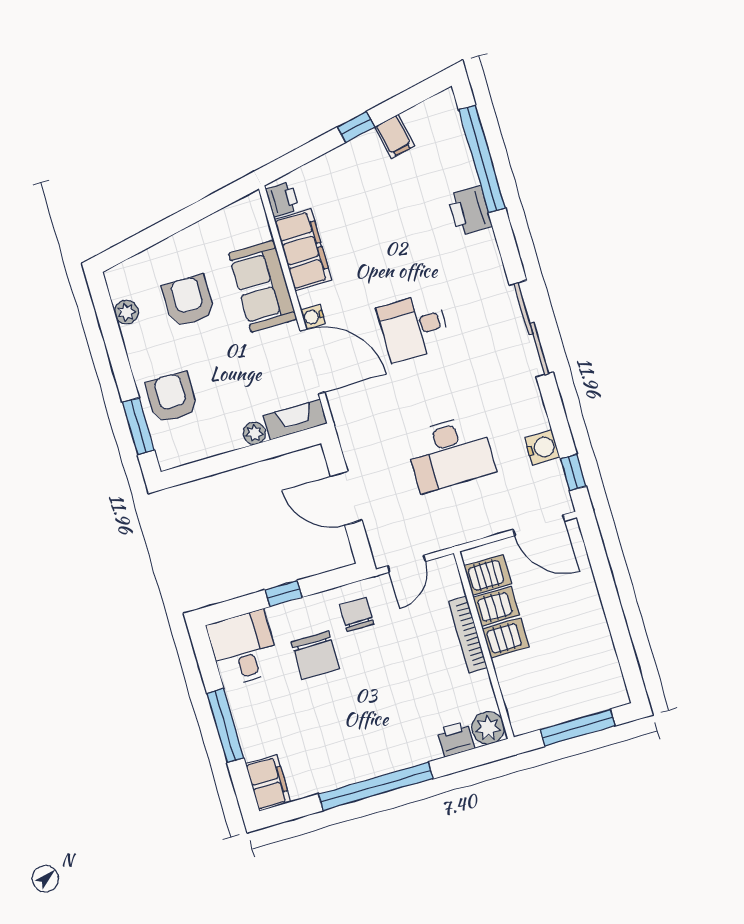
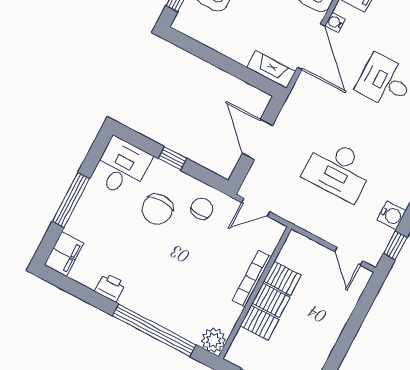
plant: (254, 433) -> (241, 55), removed
door: (539, 525) -> (349, 256), width x0.73
server rack: (488, 575) -> (259, 323), moved
printer: (456, 739) -> (110, 287), moved
window: (376, 786) -> (154, 330), moved

